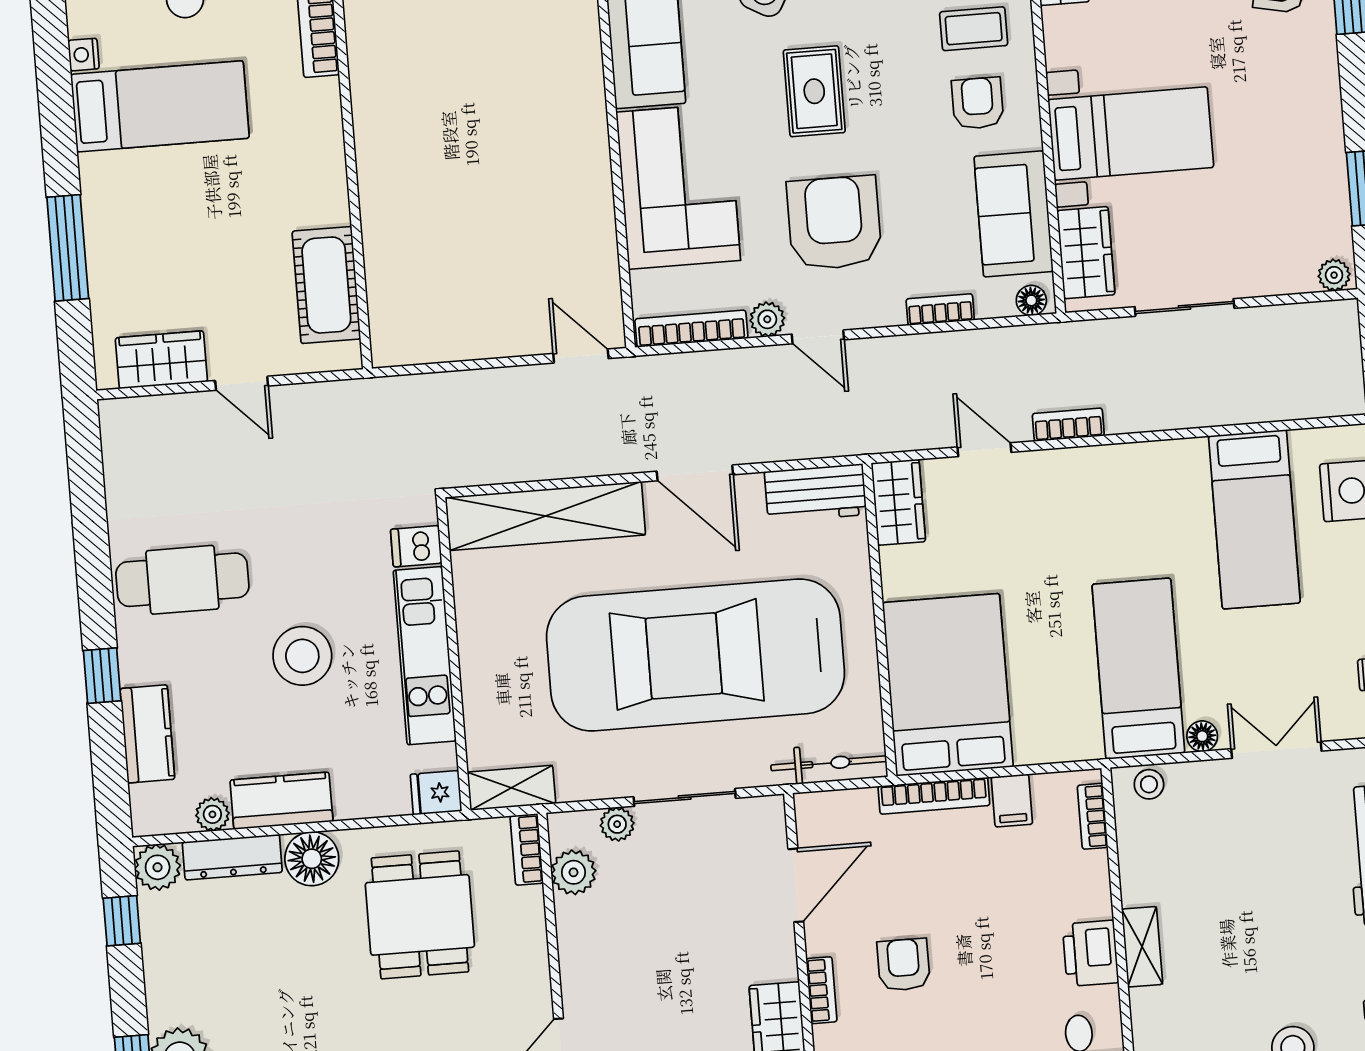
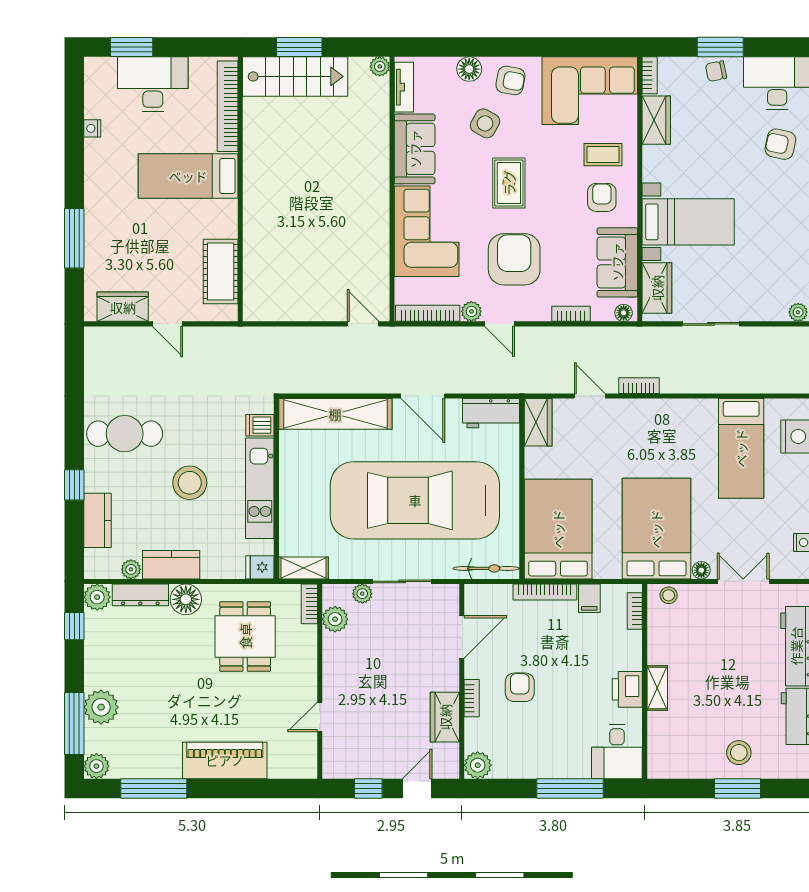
bed: (160, 106) -> (188, 176), moved, turned 180
bed: (1138, 669) -> (656, 529), width x1.50

